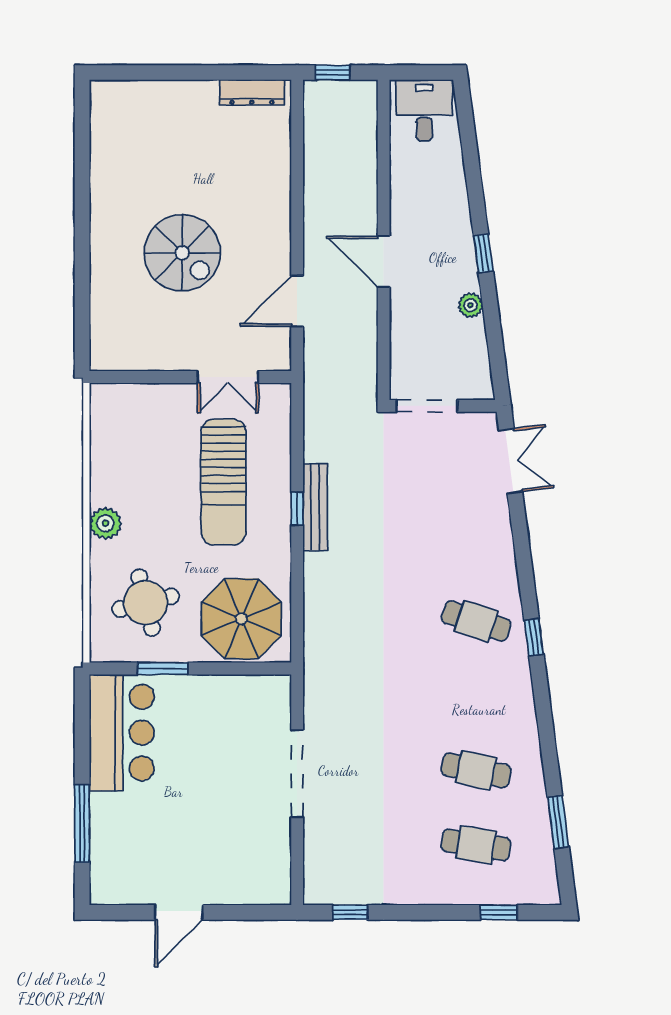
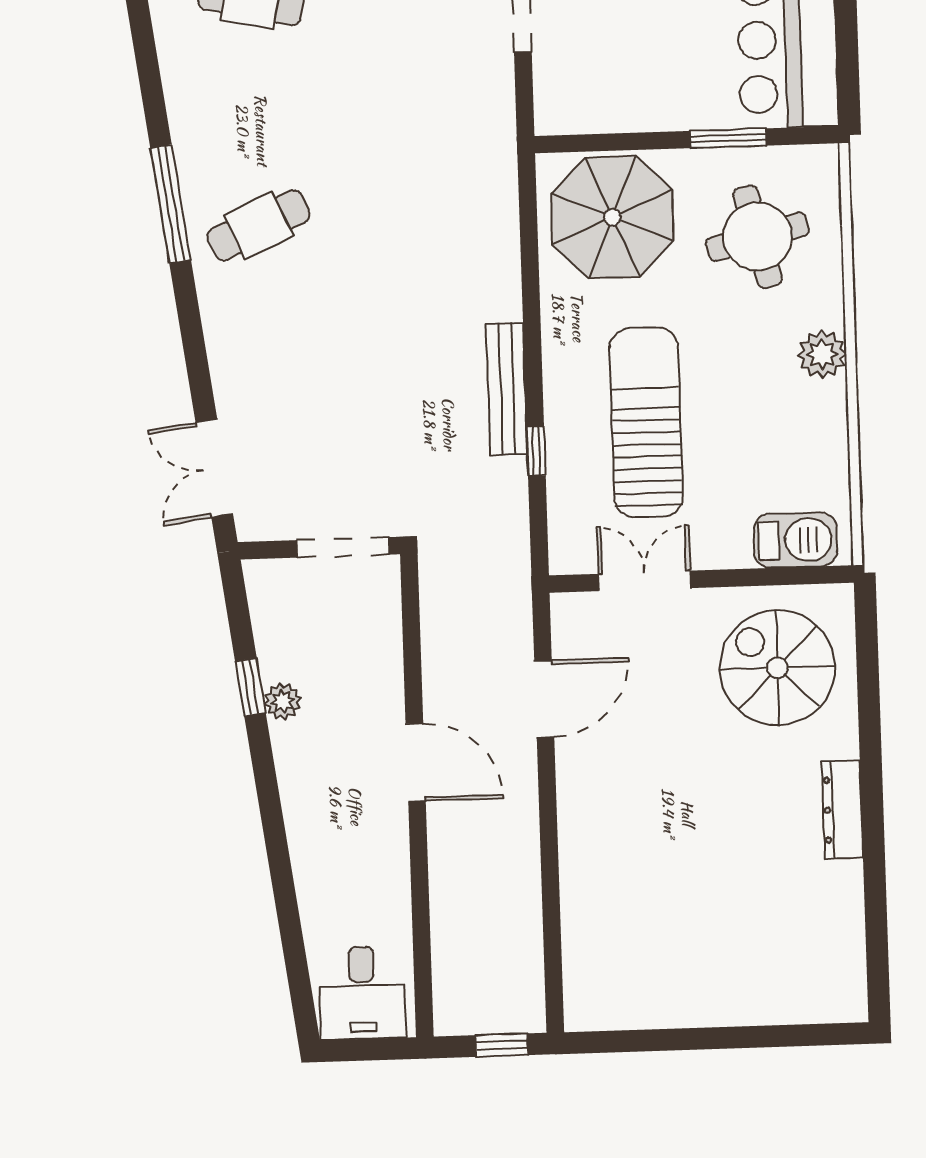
dresser: (252, 92) -> (842, 810), moved, turned -90
spiral stairs: (182, 253) -> (777, 668), moved
window: (483, 253) -> (250, 687), moved
barbecue: (127, 401) -> (795, 540), added
window: (297, 509) -> (536, 451), moved
cafe table: (476, 621) -> (259, 225), turned -42
window: (534, 637) -> (171, 204), width x2.17

